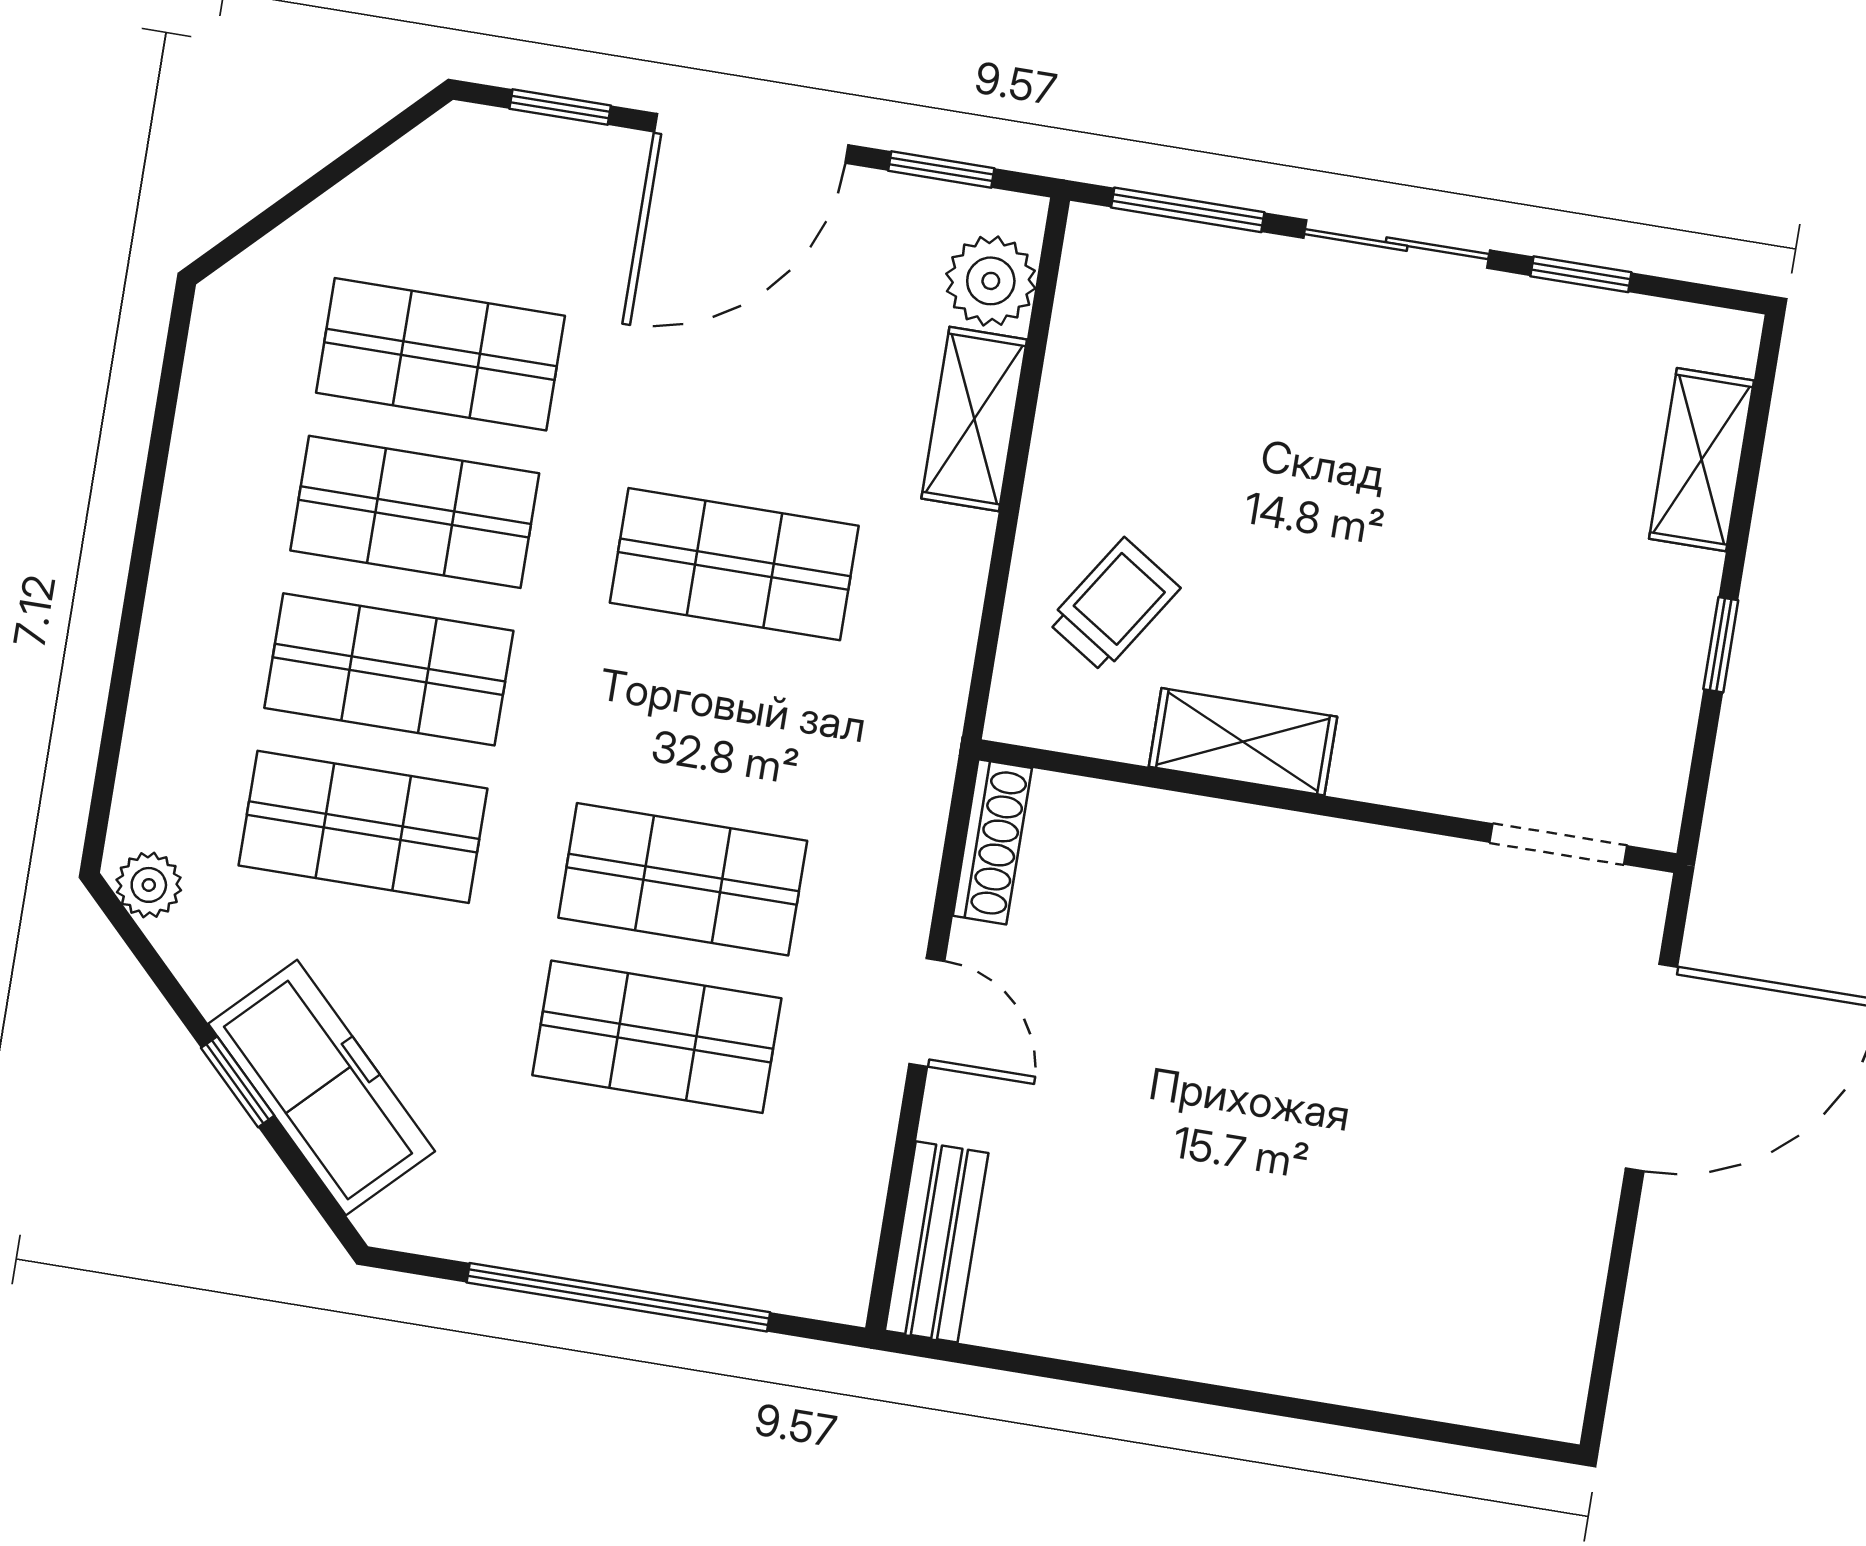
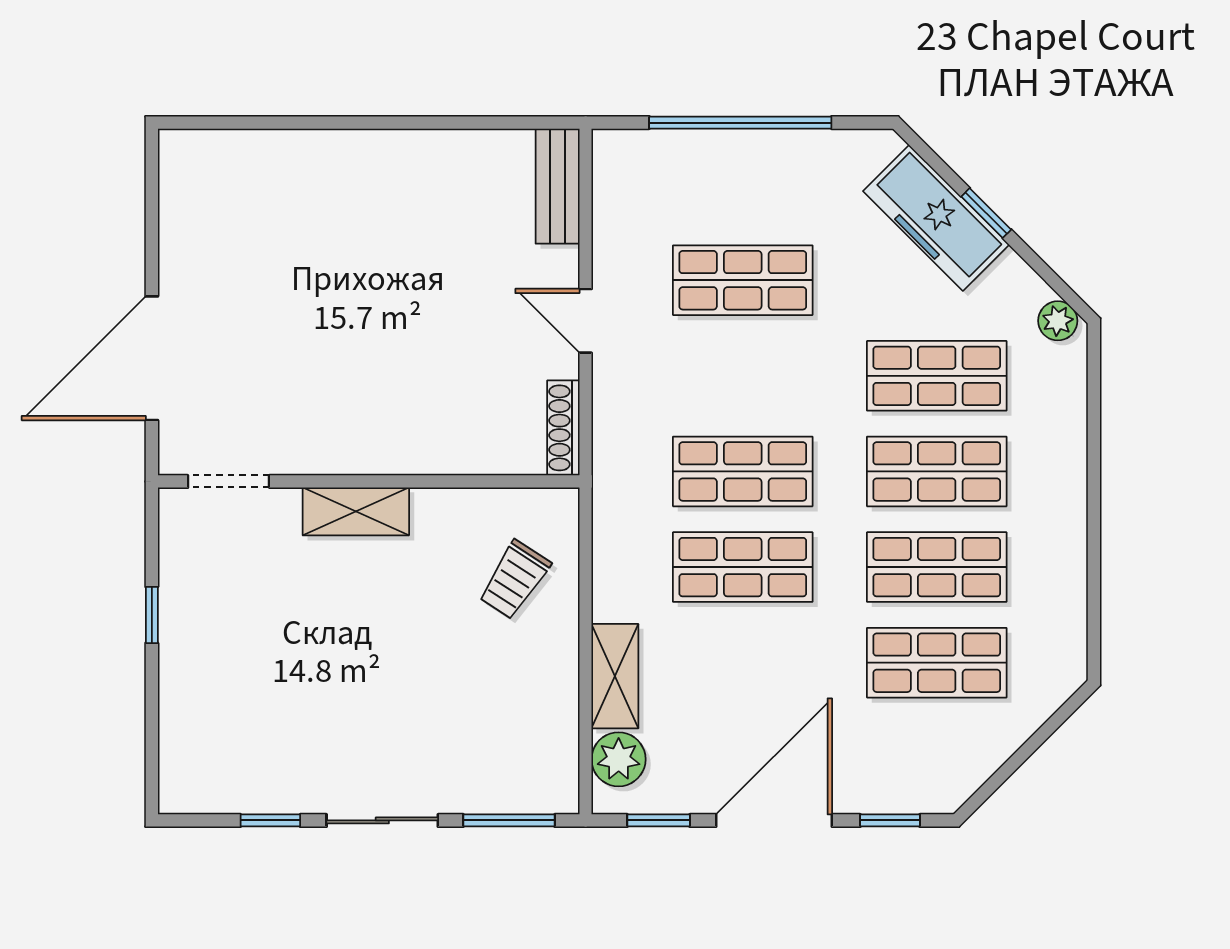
shelving: (1701, 460) -> (181, 722), removed
shelving: (1243, 742) -> (356, 511), moved
shop shelf: (683, 879) -> (743, 471), moved

